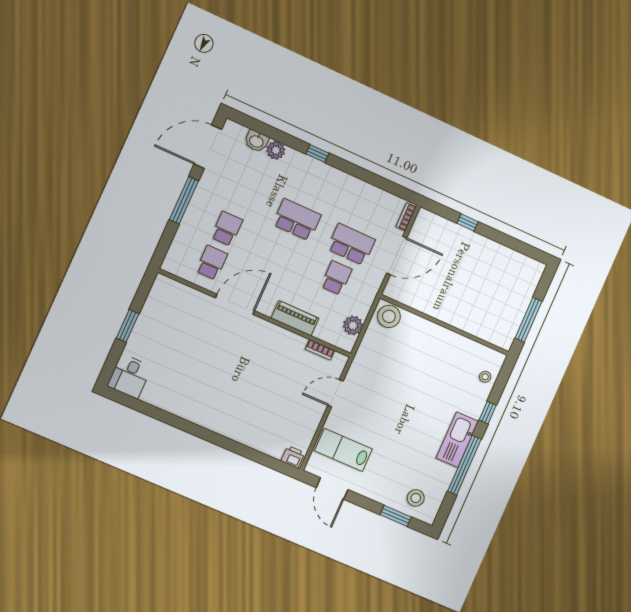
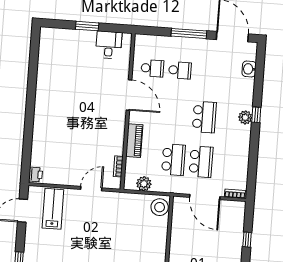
plant: (276, 150) -> (245, 117), moved
school desk: (336, 278) -> (173, 160), width x1.85
desk: (129, 376) -> (109, 45), moved, turned 90
door: (335, 393) -> (91, 189), hinge flipped

